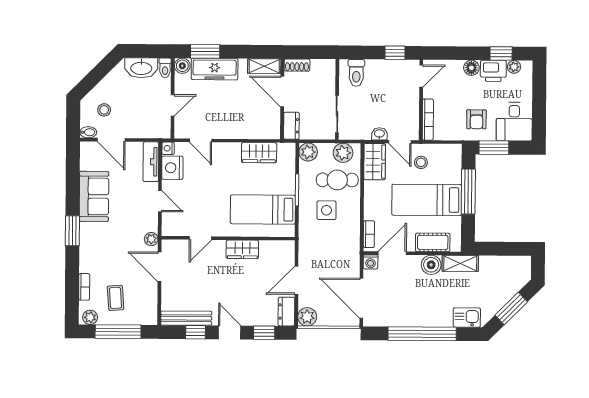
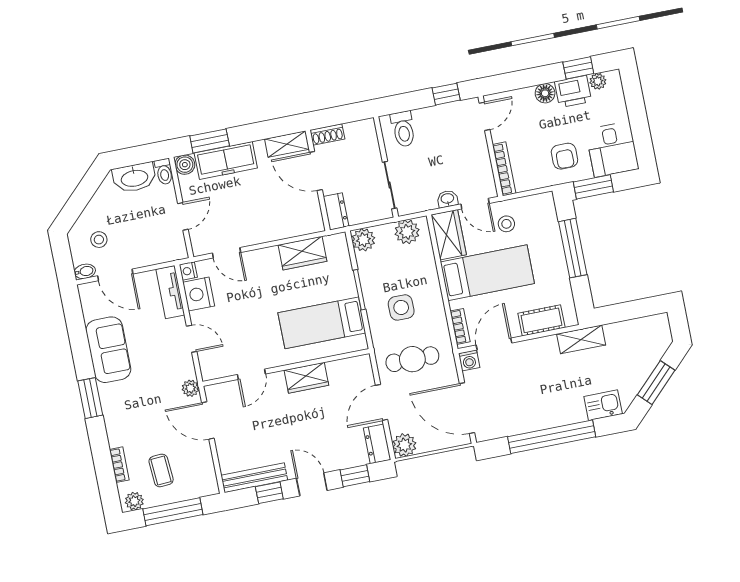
cafe table: (337, 180) -> (412, 359), moved
bed: (427, 200) -> (487, 273), moved, turned 180
boiler: (431, 265) -> (545, 349), removed

